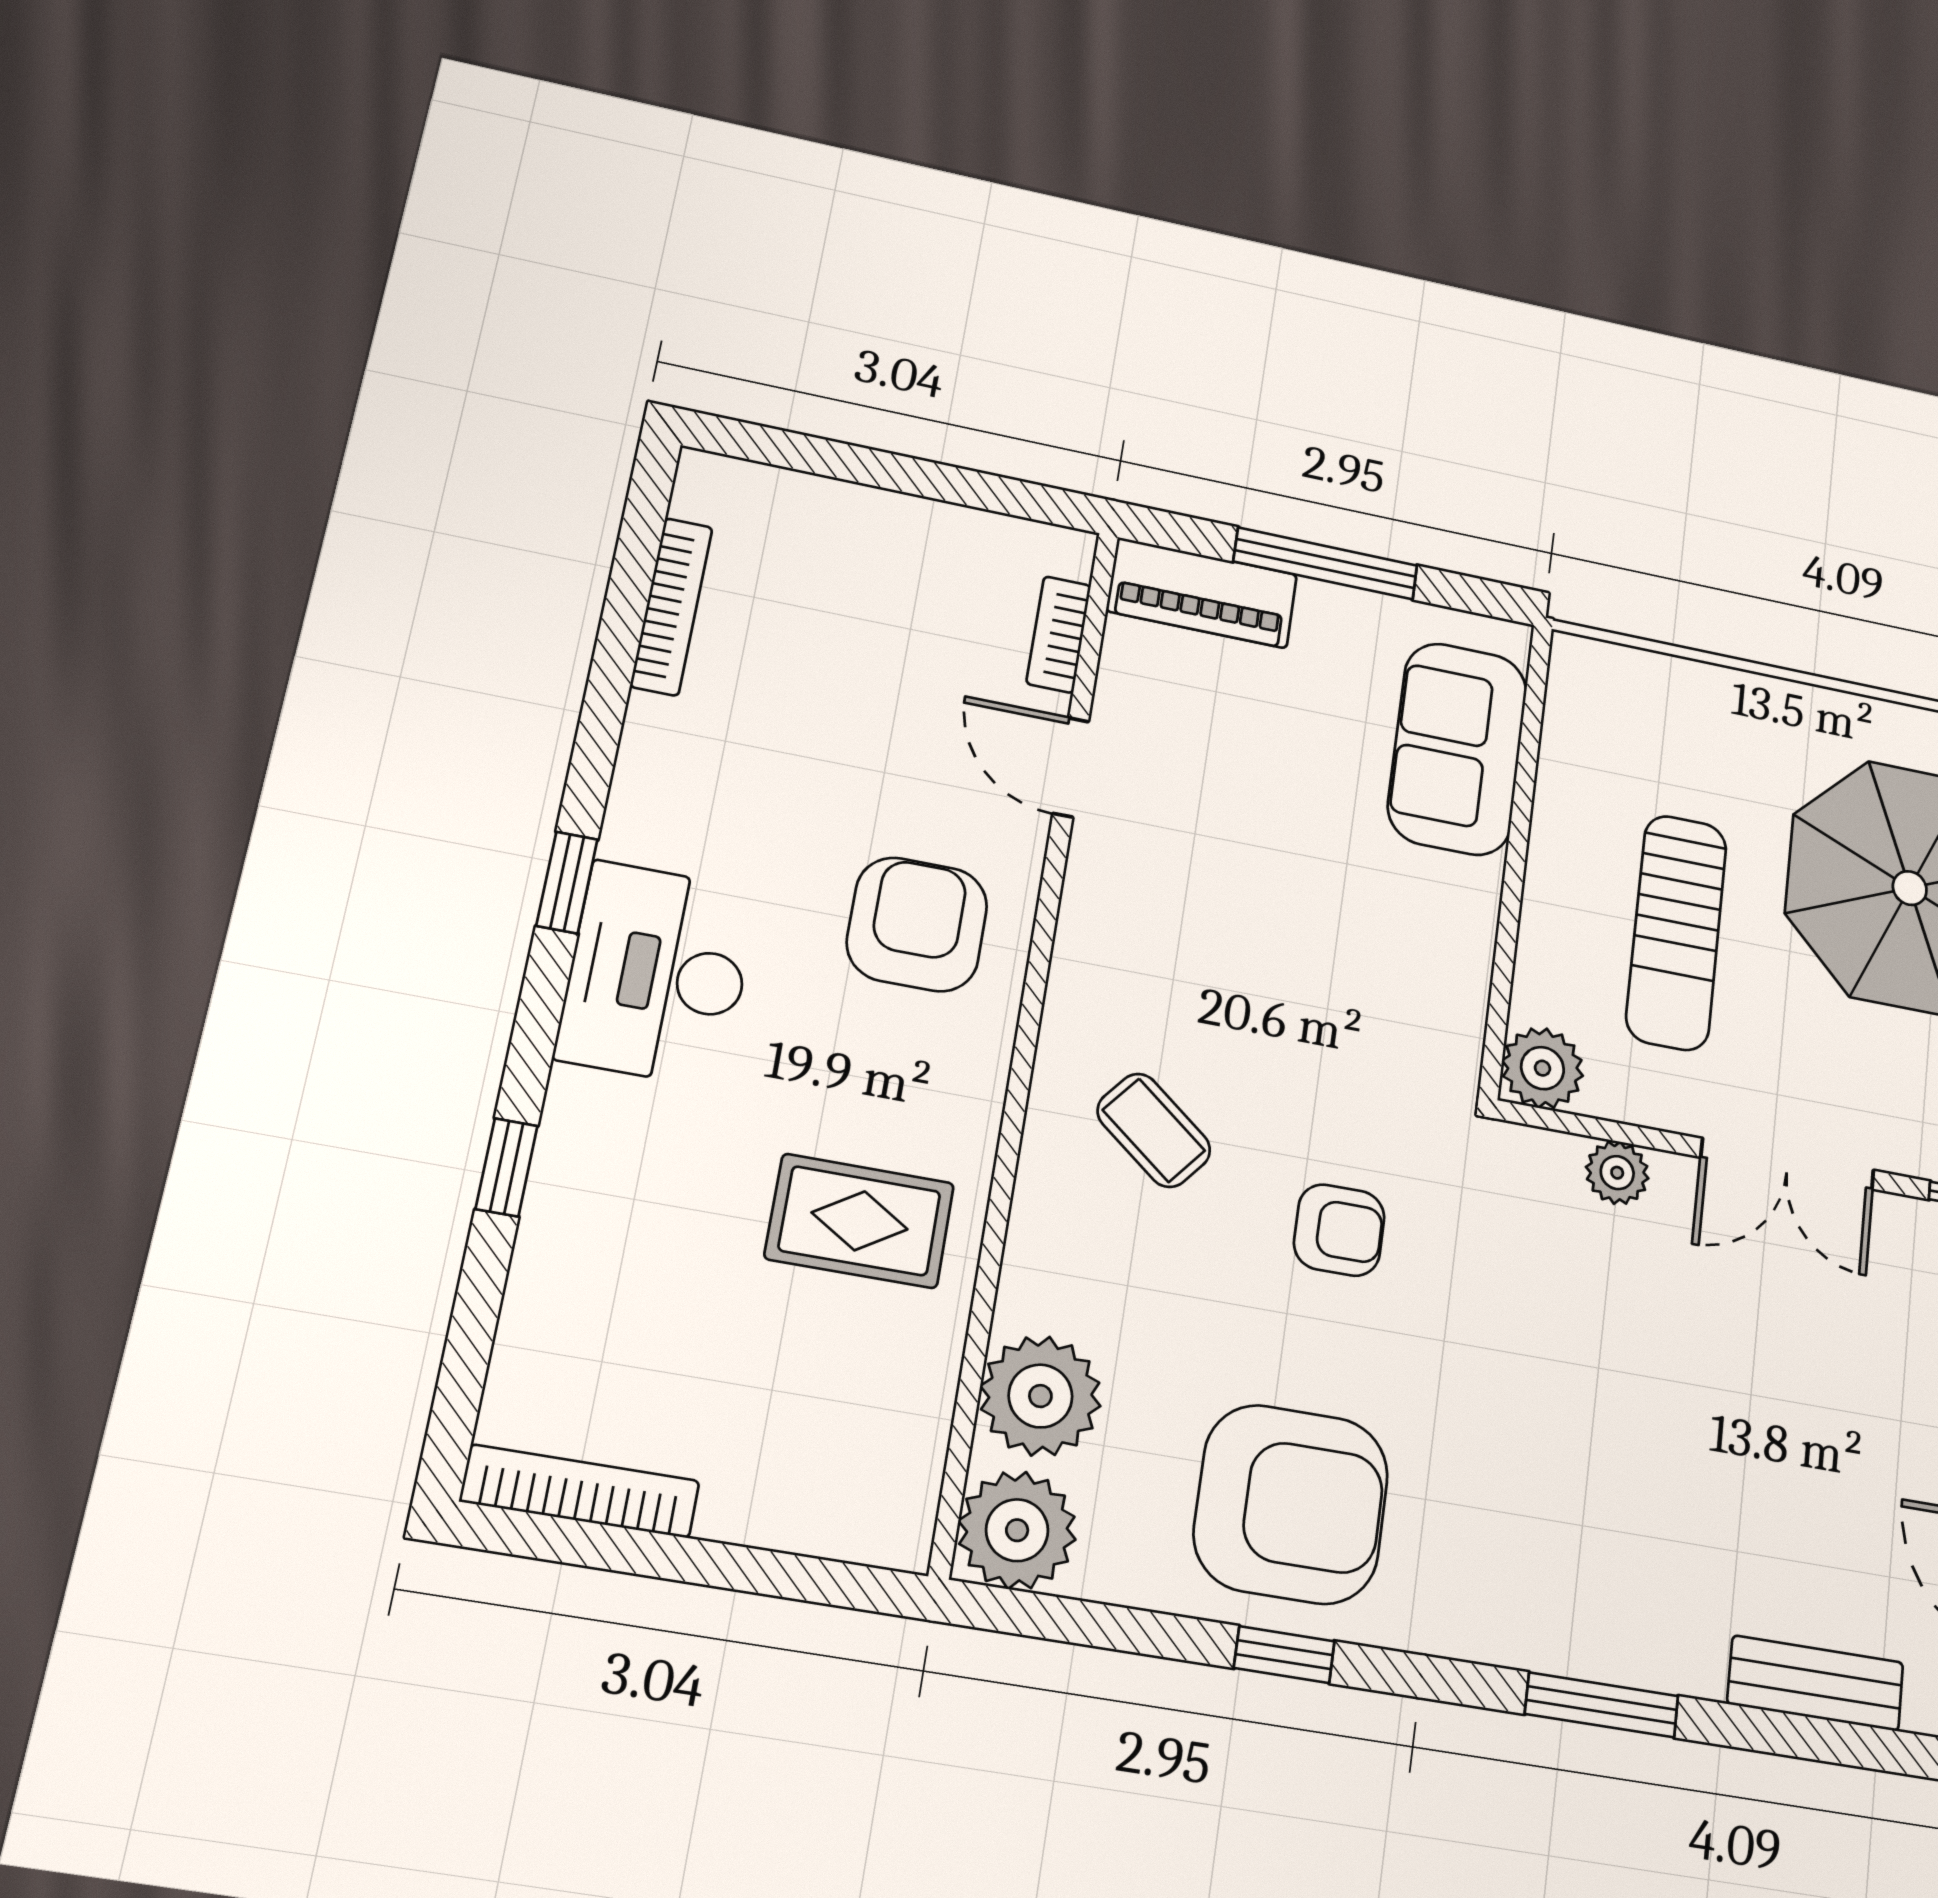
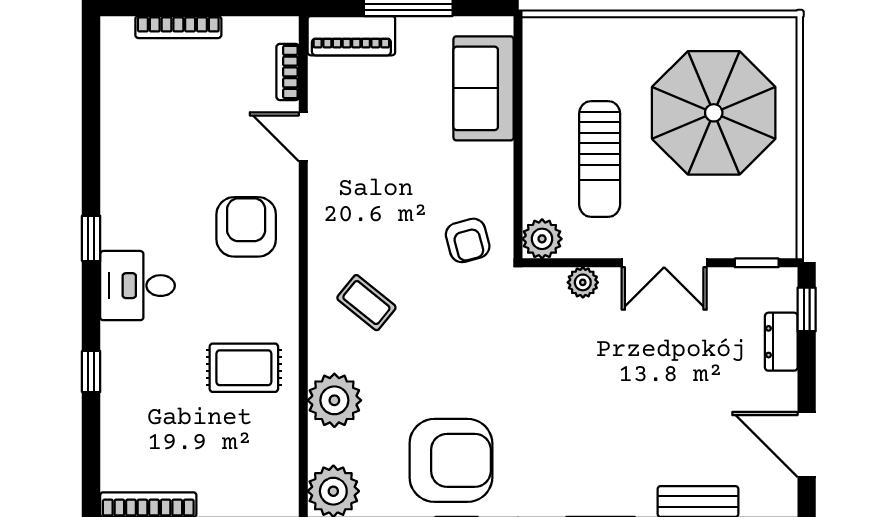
bookcase: (671, 607) -> (178, 27), moved, turned 90
desk: (657, 974) -> (137, 286), width x0.73
armchair: (1339, 1230) -> (468, 240), moved, turned 75
plant: (1040, 1396) -> (334, 400), moved

